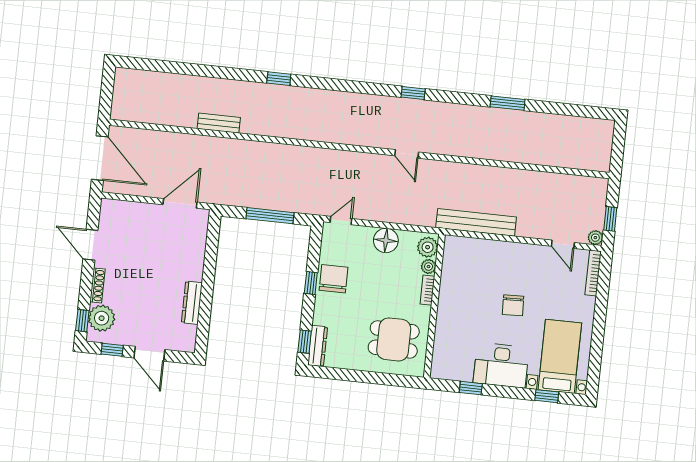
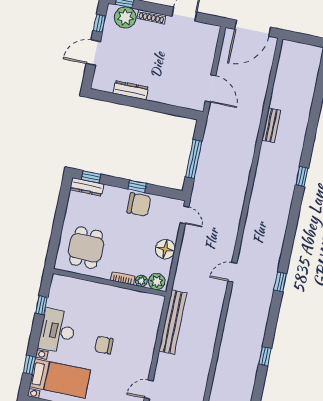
window: (508, 103) -> (265, 356), width x0.67

